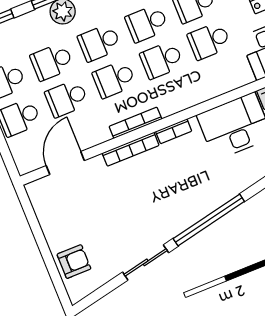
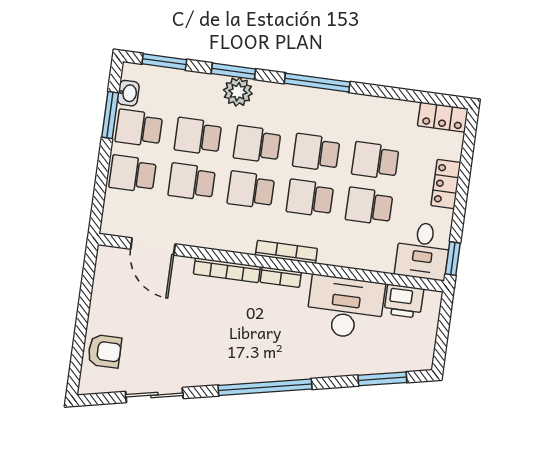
bookcase: (135, 123) -> (286, 252), moved
door: (65, 163) -> (153, 247), swing flipped
sliding door: (146, 262) -> (154, 395), moved

